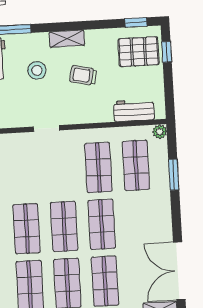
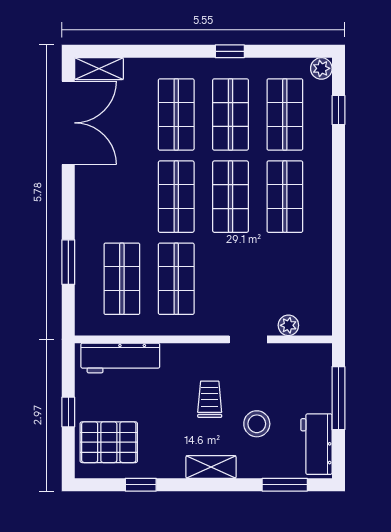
window: (136, 22) -> (141, 485), moved
window: (167, 52) -> (68, 412), moved
trolley: (83, 75) -> (210, 399), moved, turned -102
workbench: (134, 110) -> (120, 358), width x1.38
plant: (160, 132) -> (288, 325), moved

